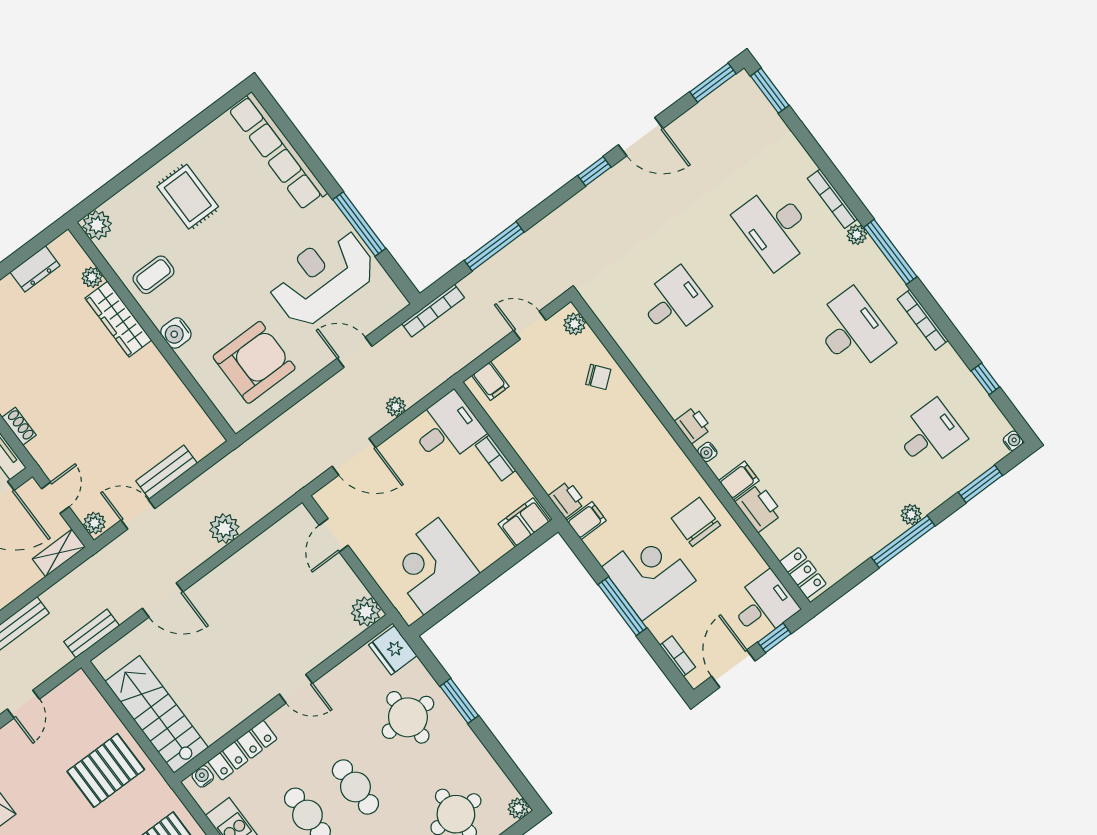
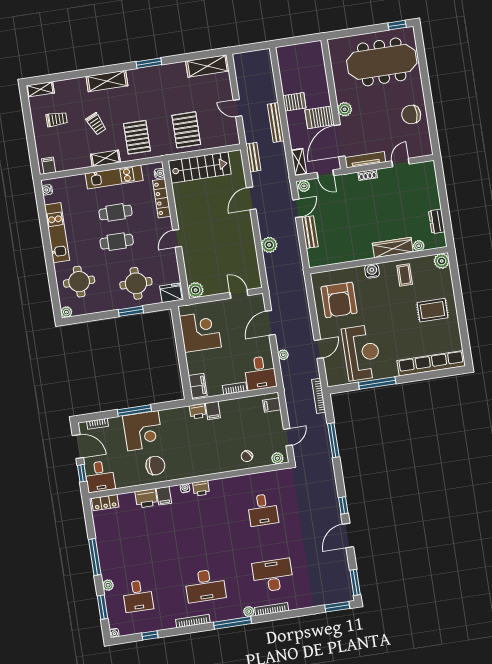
plant: (911, 515) -> (108, 585), moved
filing cabinet: (586, 521) -> (213, 410), moved

